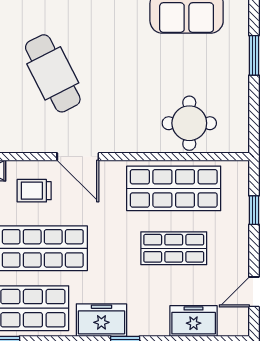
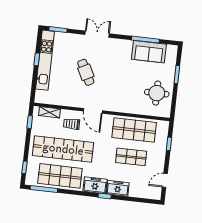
cafe table: (53, 73) -> (86, 72), width x0.73, depth x0.74
round table: (189, 123) -> (157, 93), moved
freezer: (194, 321) -> (118, 188), moved

